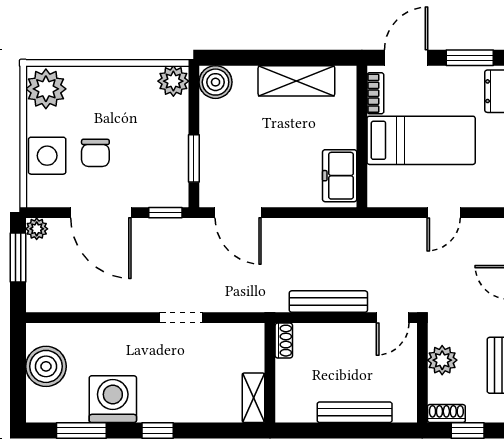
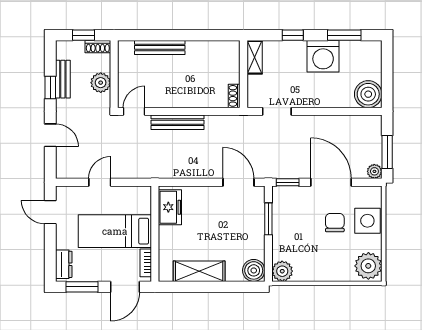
shoe rack: (284, 341) -> (234, 96), moved
boiler: (46, 366) -> (368, 94), moved
wall: (270, 373) -> (244, 74), moved
shelving: (254, 398) -> (255, 57), moved

